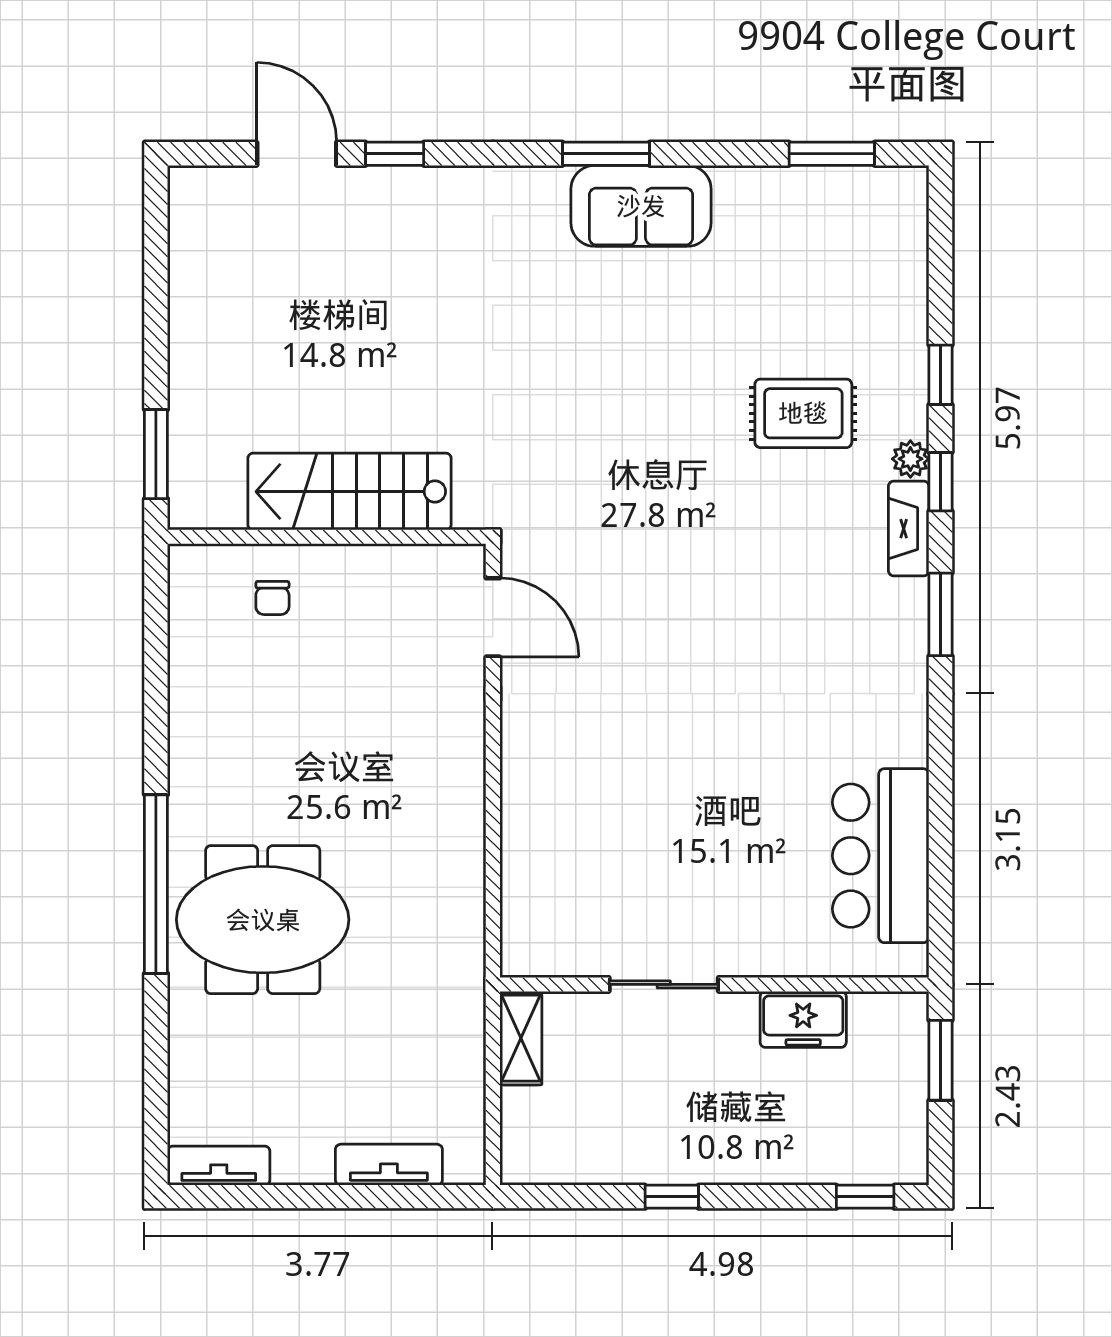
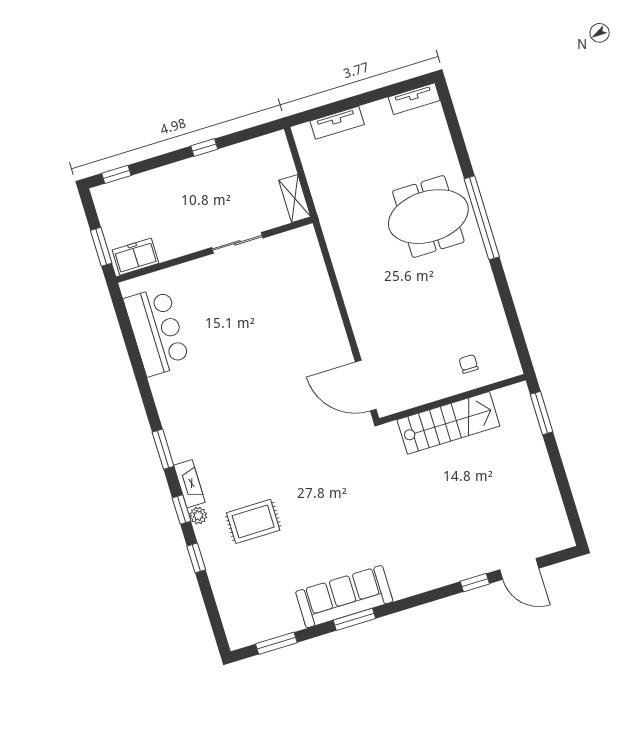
window: (606, 154) -> (354, 619), moved
sofa: (641, 206) -> (344, 597), width x1.36
door: (493, 617) -> (366, 386), width x1.36
freezer: (803, 1019) -> (135, 257), moved

